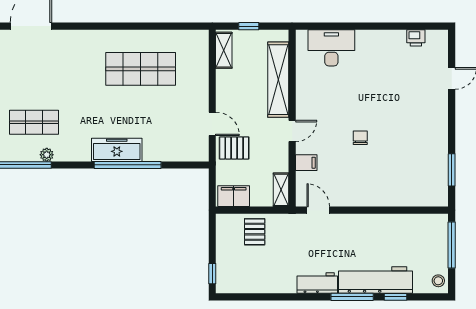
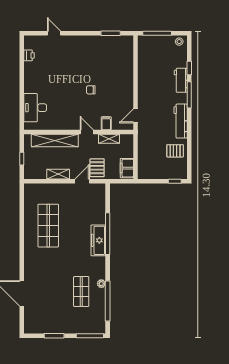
shelving: (224, 50) -> (58, 174), moved
shelving: (281, 190) -> (109, 139), moved
pallet: (255, 232) -> (175, 151), moved
workbench: (376, 280) -> (181, 80), width x0.53, depth x0.76
workbench: (317, 283) -> (181, 121), width x1.38

